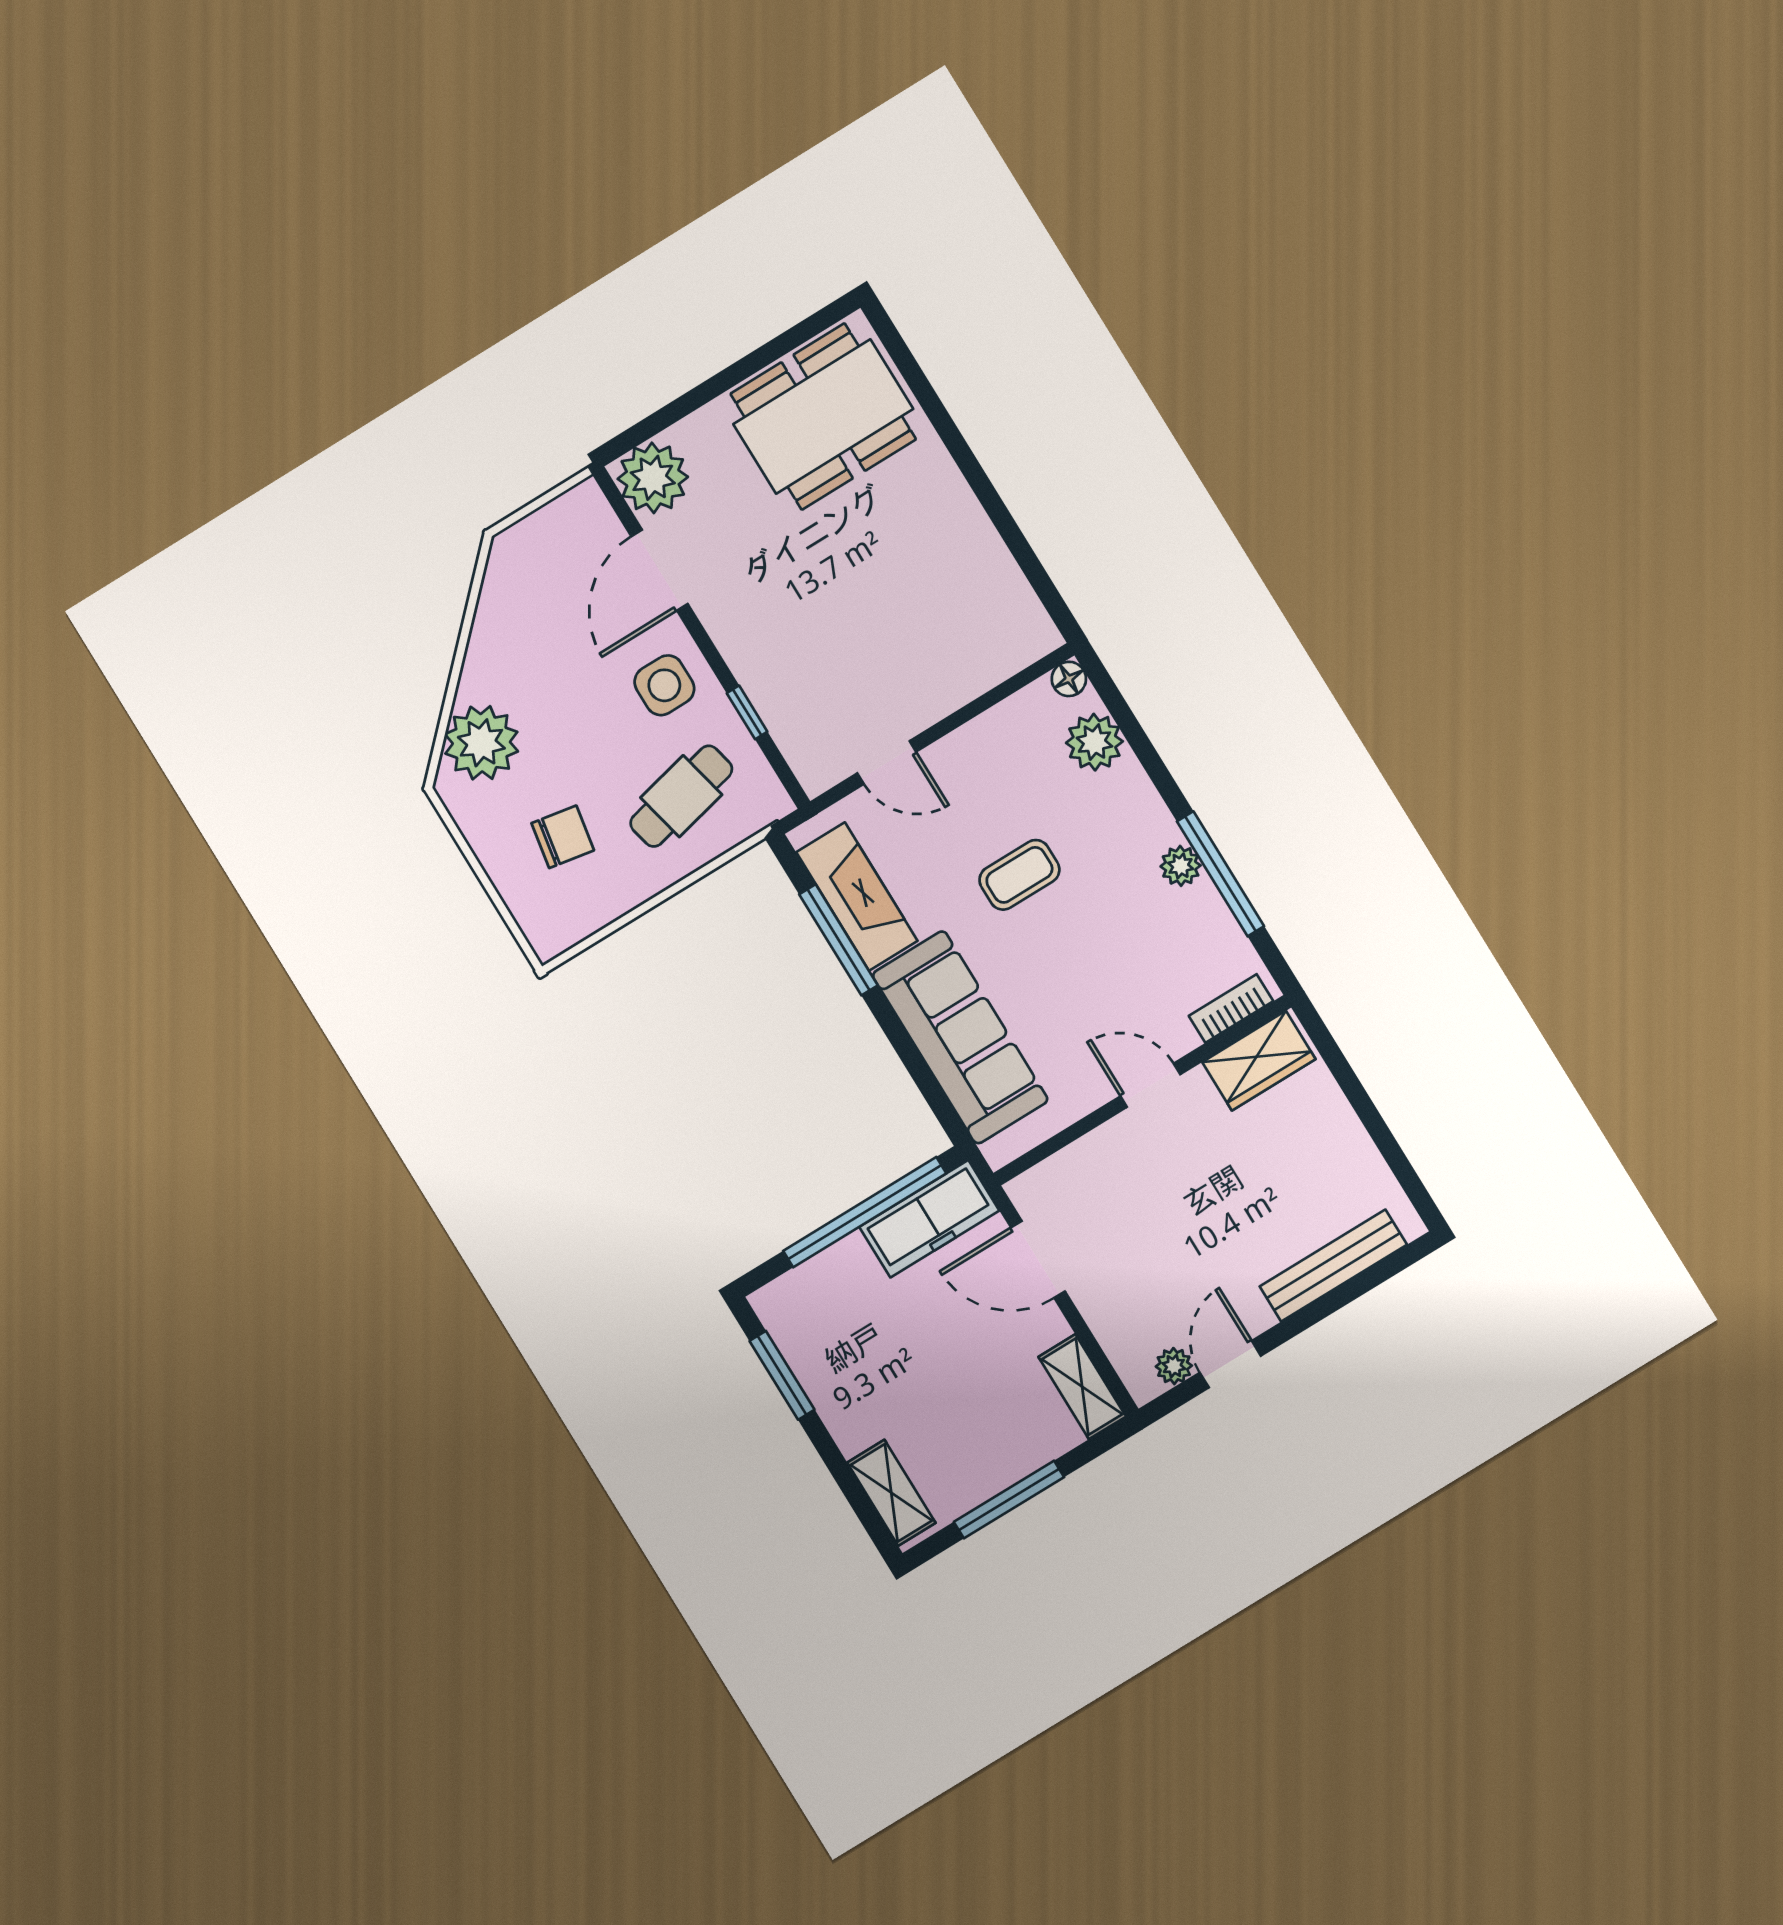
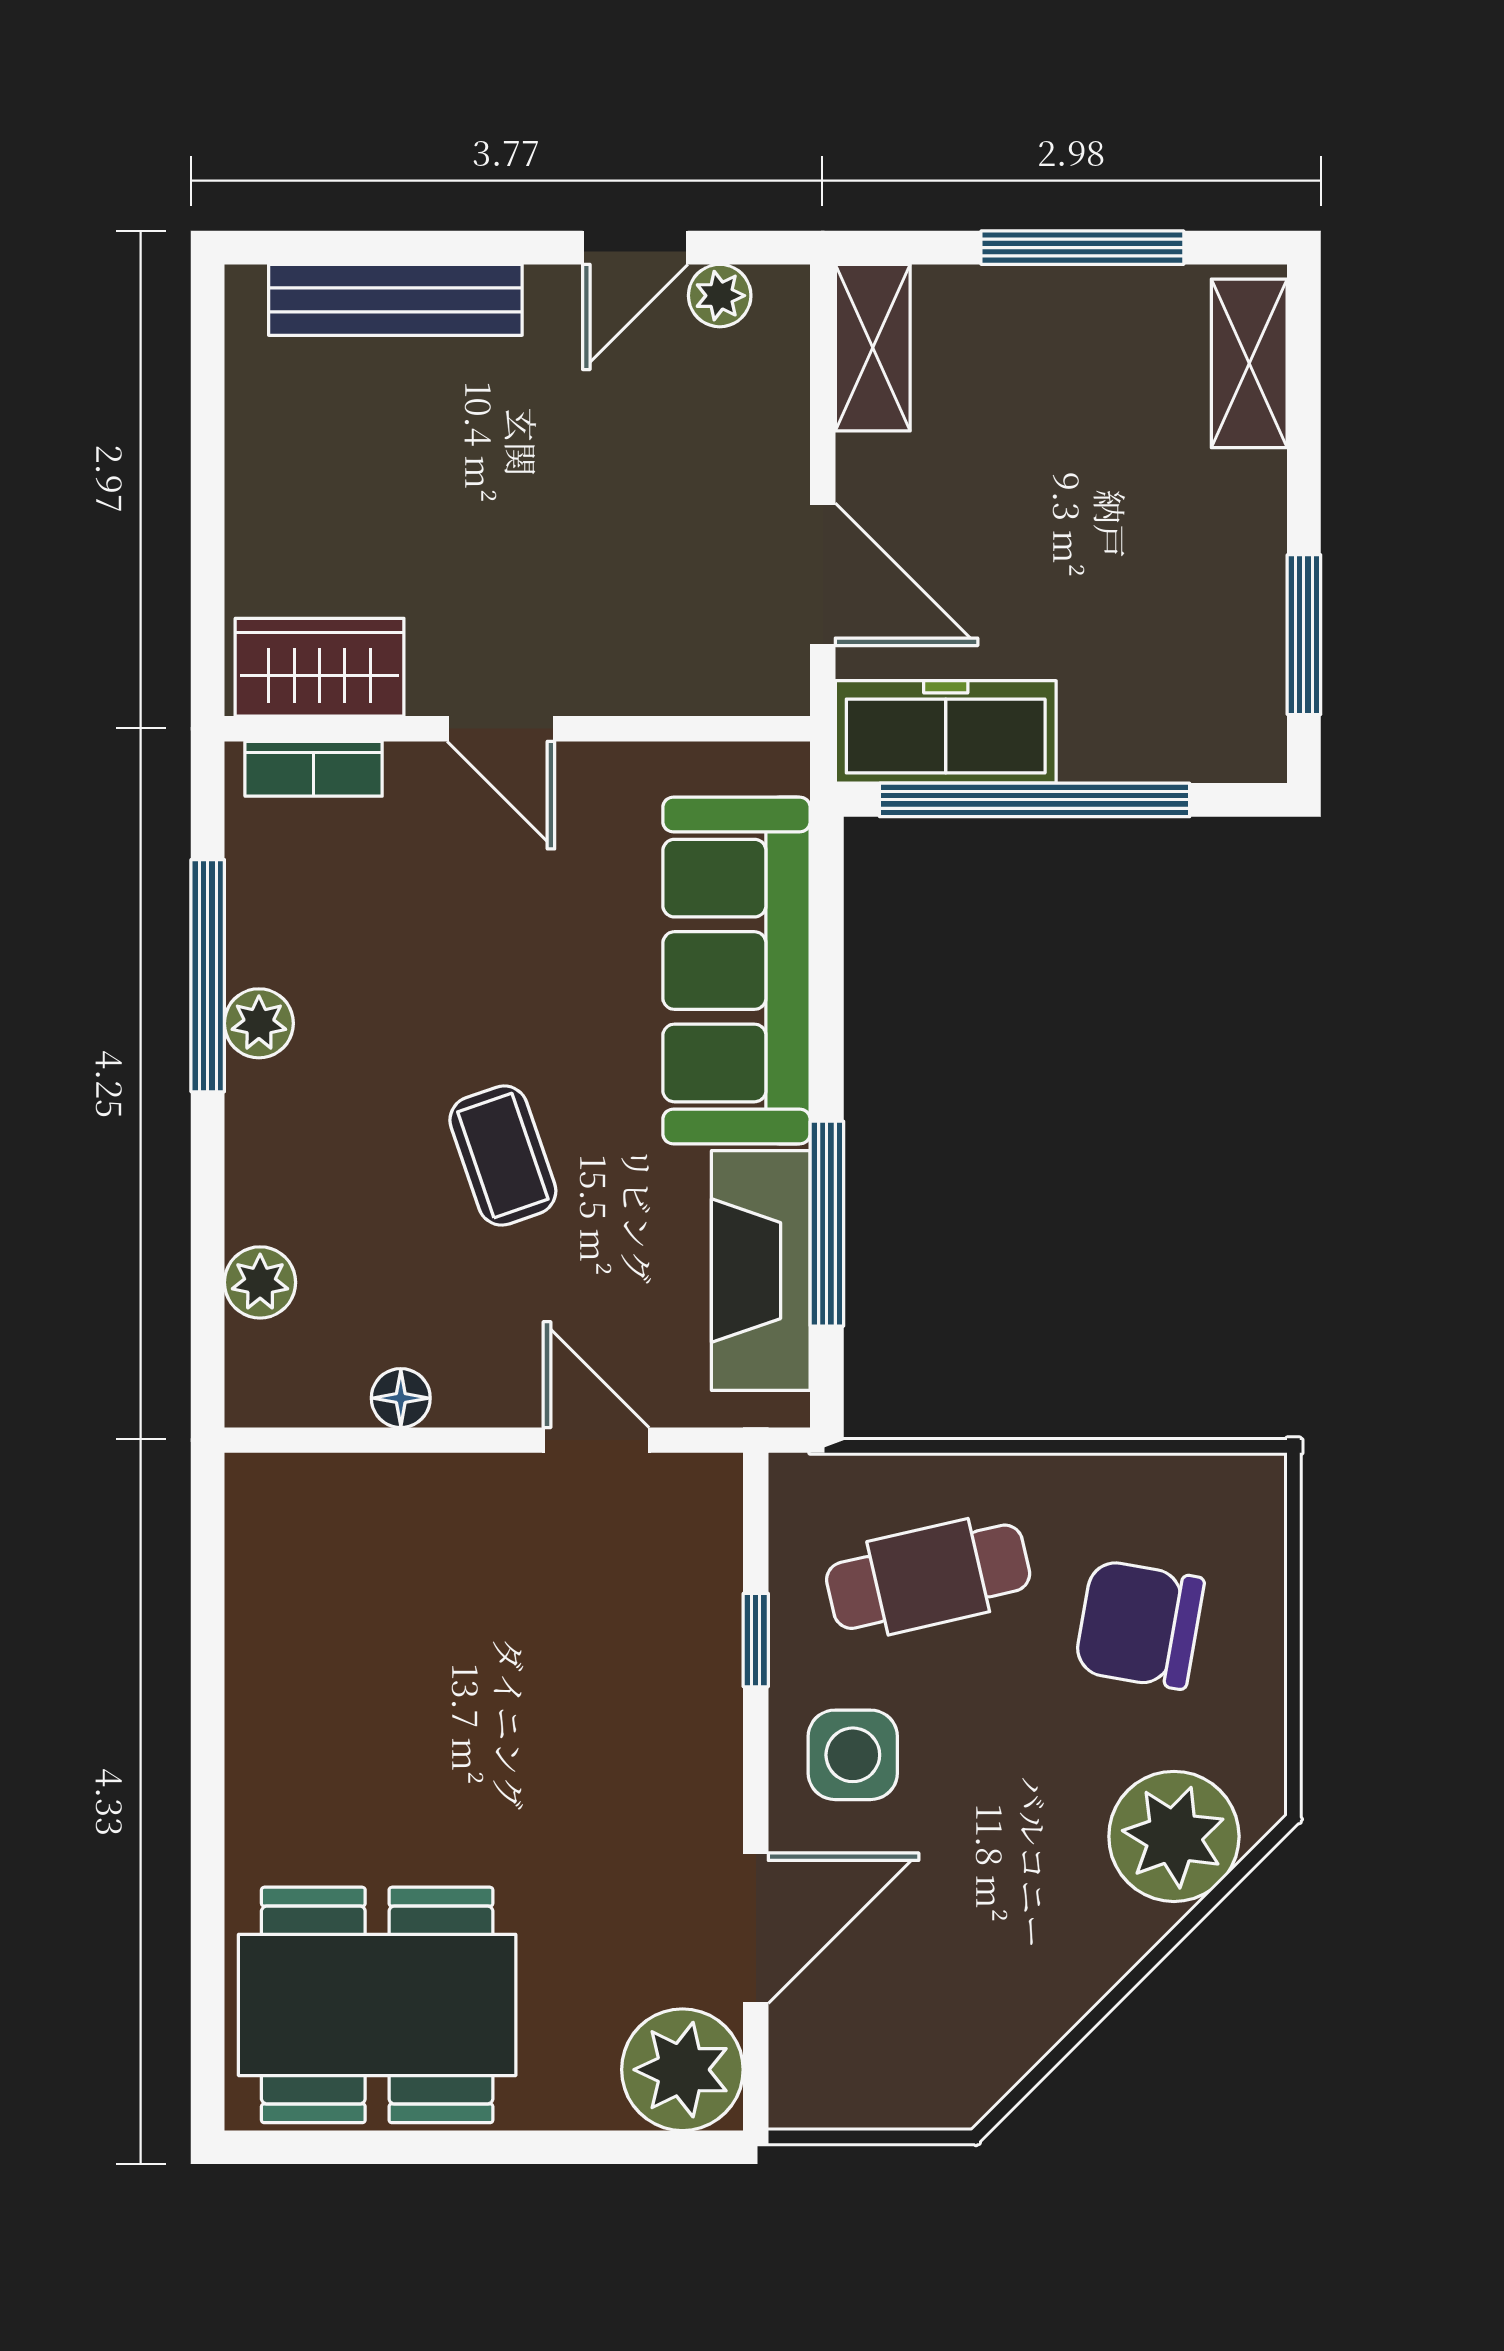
floor lamp: (1069, 679) -> (401, 1398), moved
plant: (1094, 742) -> (260, 1282), width x0.73, depth x0.73
chair: (563, 837) -> (1139, 1624), width x1.37, depth x1.37
coffee table: (1019, 875) -> (503, 1156), turned 71

